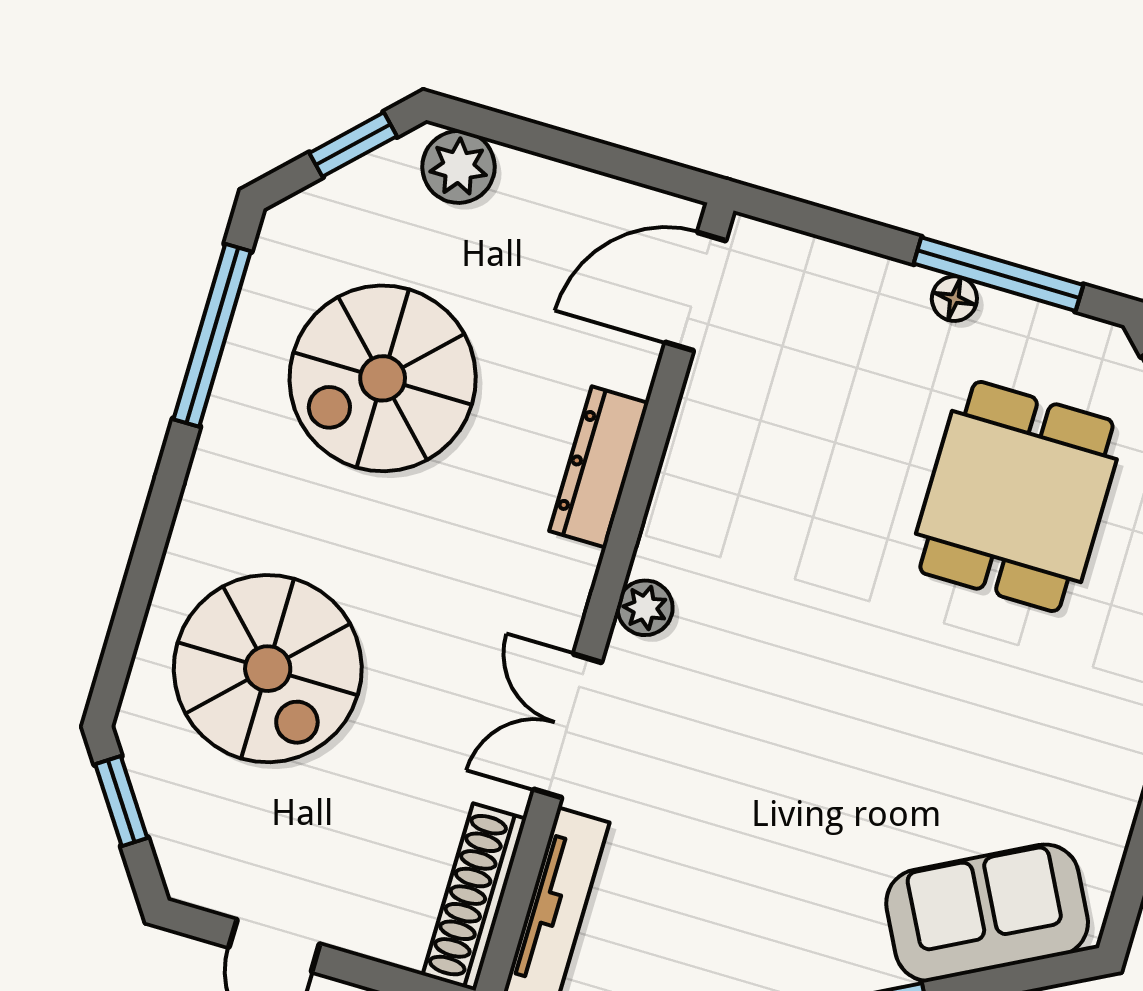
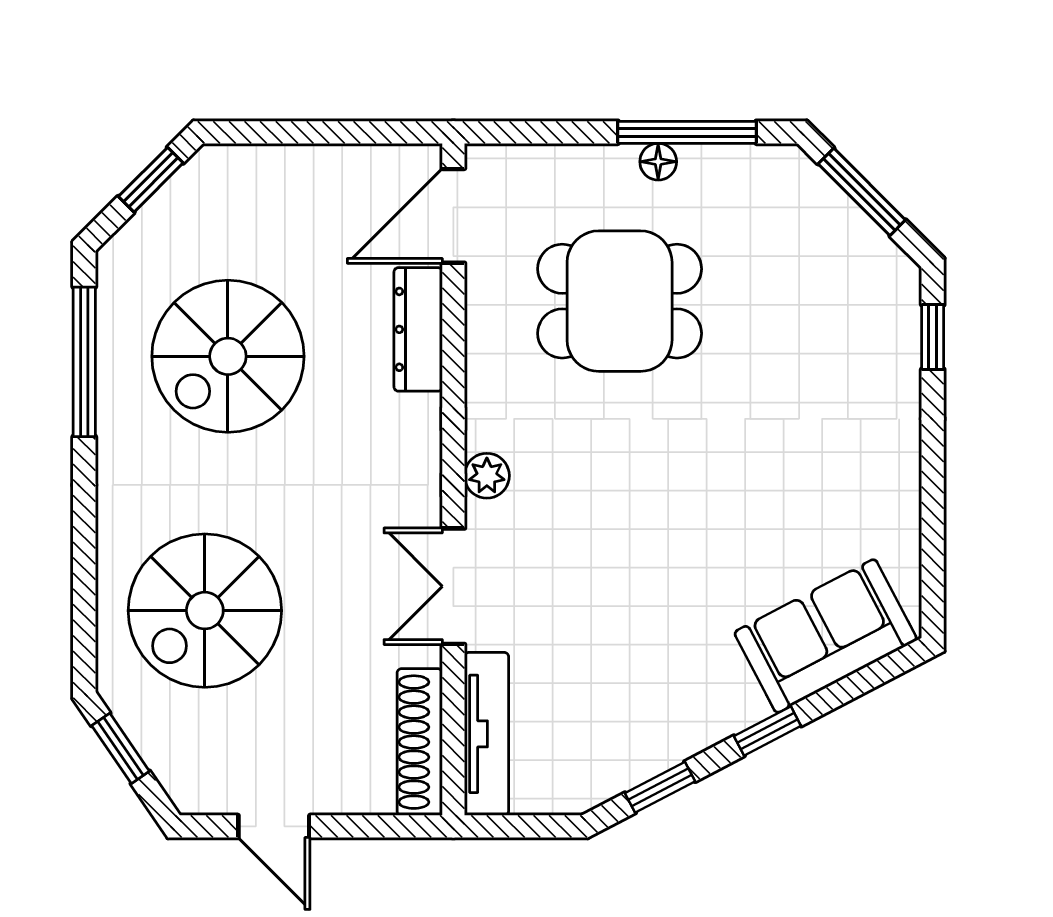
plant: (459, 167) -> (239, 173), removed
dresser: (599, 467) -> (418, 329), moved
dining table: (1016, 496) -> (620, 301), moved, turned 90
spiral stairs: (268, 669) -> (205, 611), turned 90

